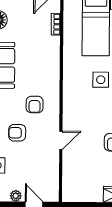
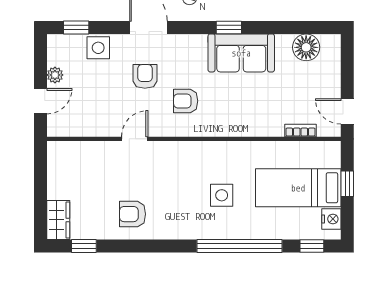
door: (61, 140) -> (135, 139), swing flipped

